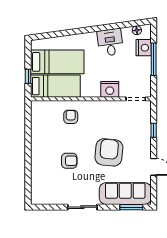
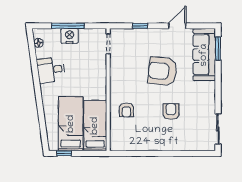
nightstand: (144, 48) -> (70, 36), moved
window: (28, 76) -> (64, 153), moved
nightstand: (110, 89) -> (98, 70), removed
armchair: (71, 117) -> (126, 110), turned -90
sliding door: (82, 207) -> (218, 129), moved

